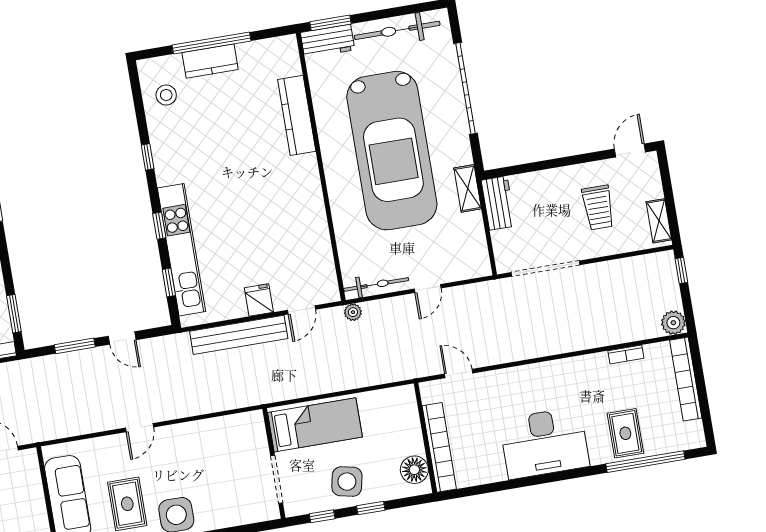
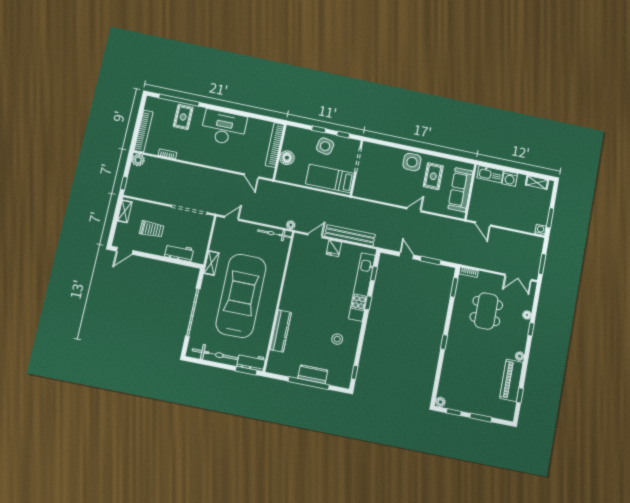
stool: (166, 95) -> (337, 339), moved
window: (148, 157) -> (355, 372), moved
workbench: (498, 203) -> (179, 253), moved, turned 90
trolley: (598, 208) -> (152, 229), turned 90
door: (428, 289) -> (232, 218), moved
floor lamp: (414, 470) -> (287, 158), moved

